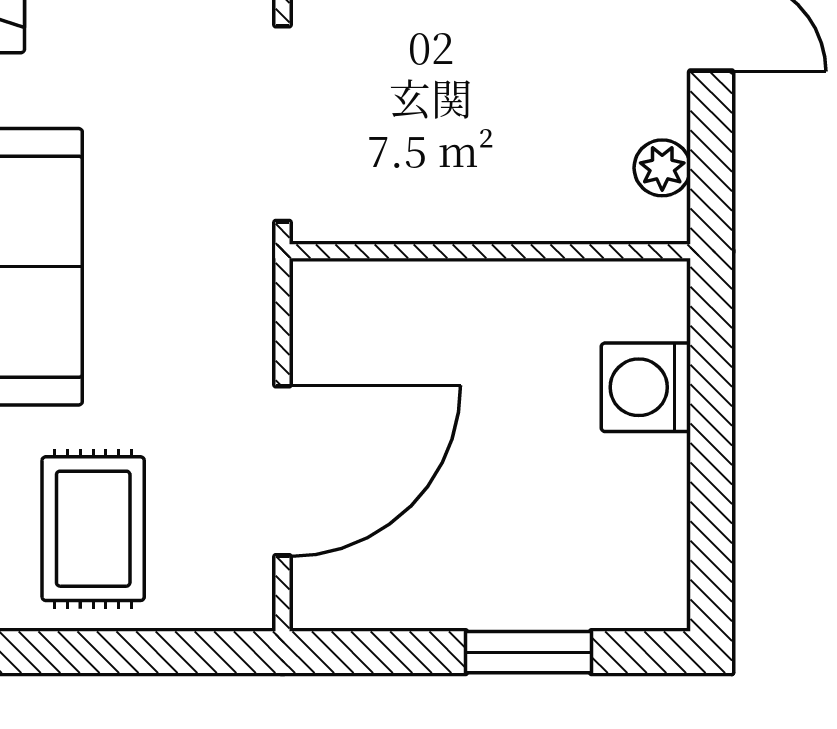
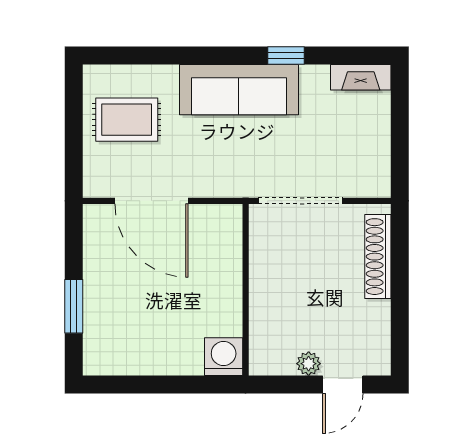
plant: (662, 168) -> (309, 364), moved
washing machine: (646, 387) -> (224, 357), moved

